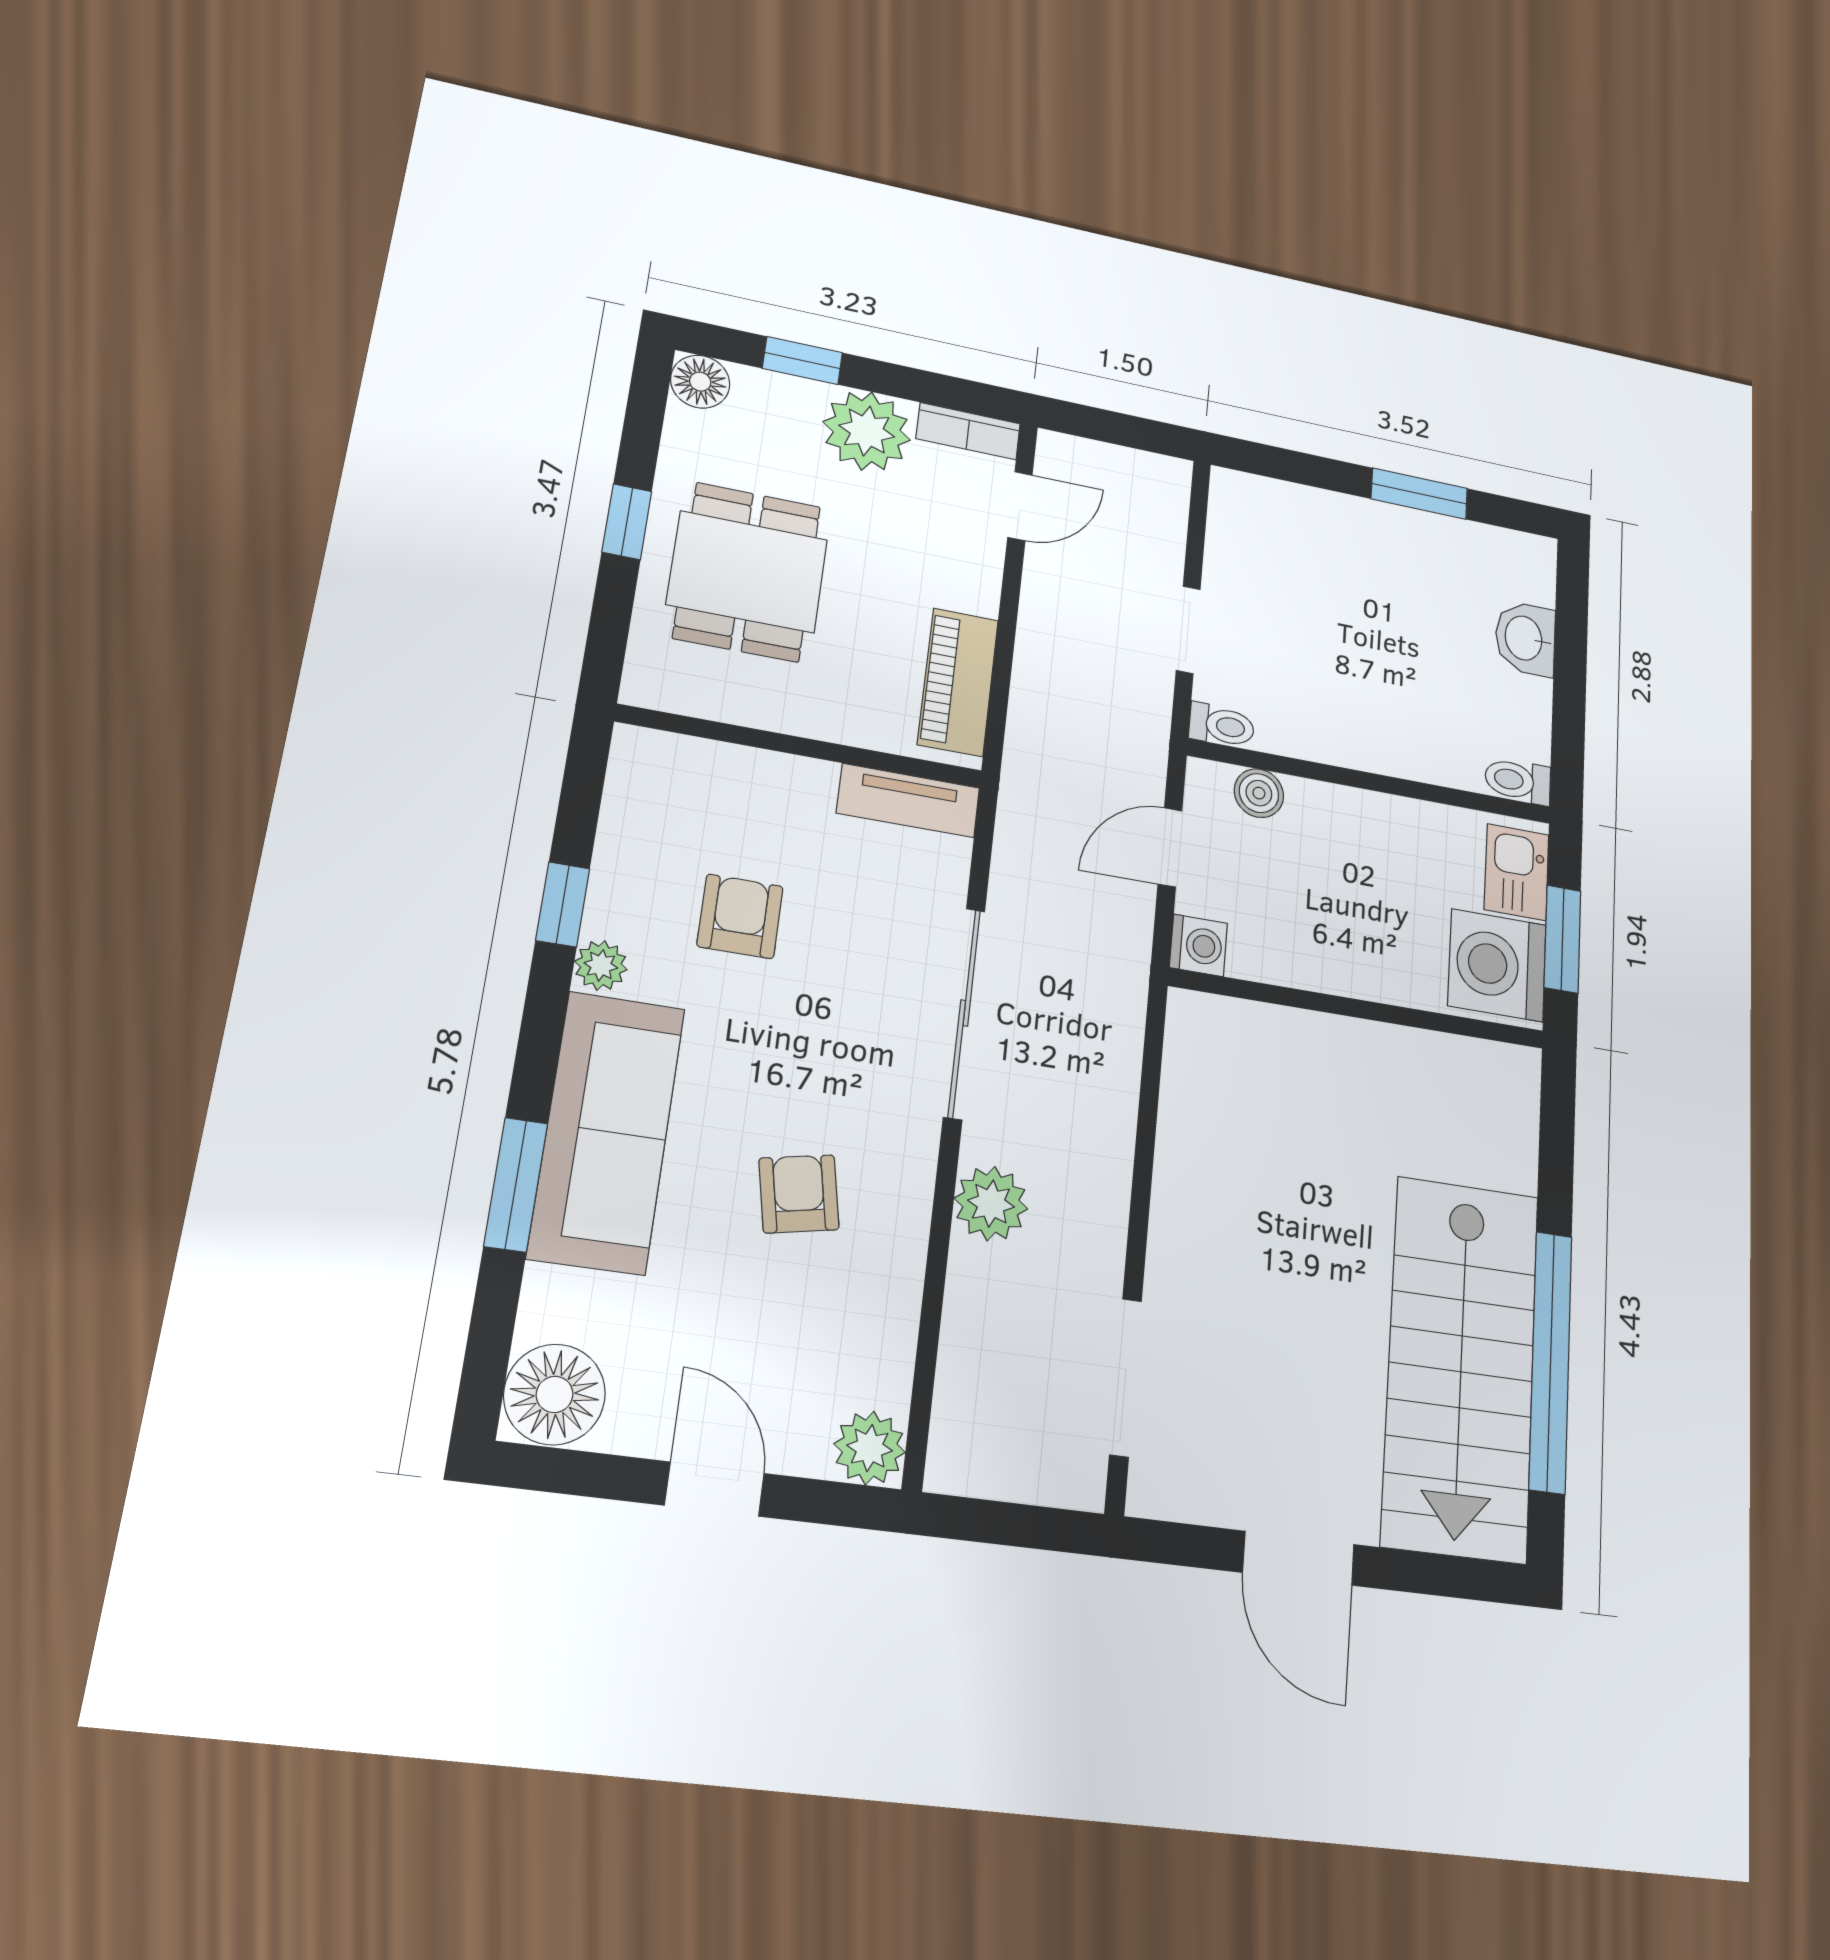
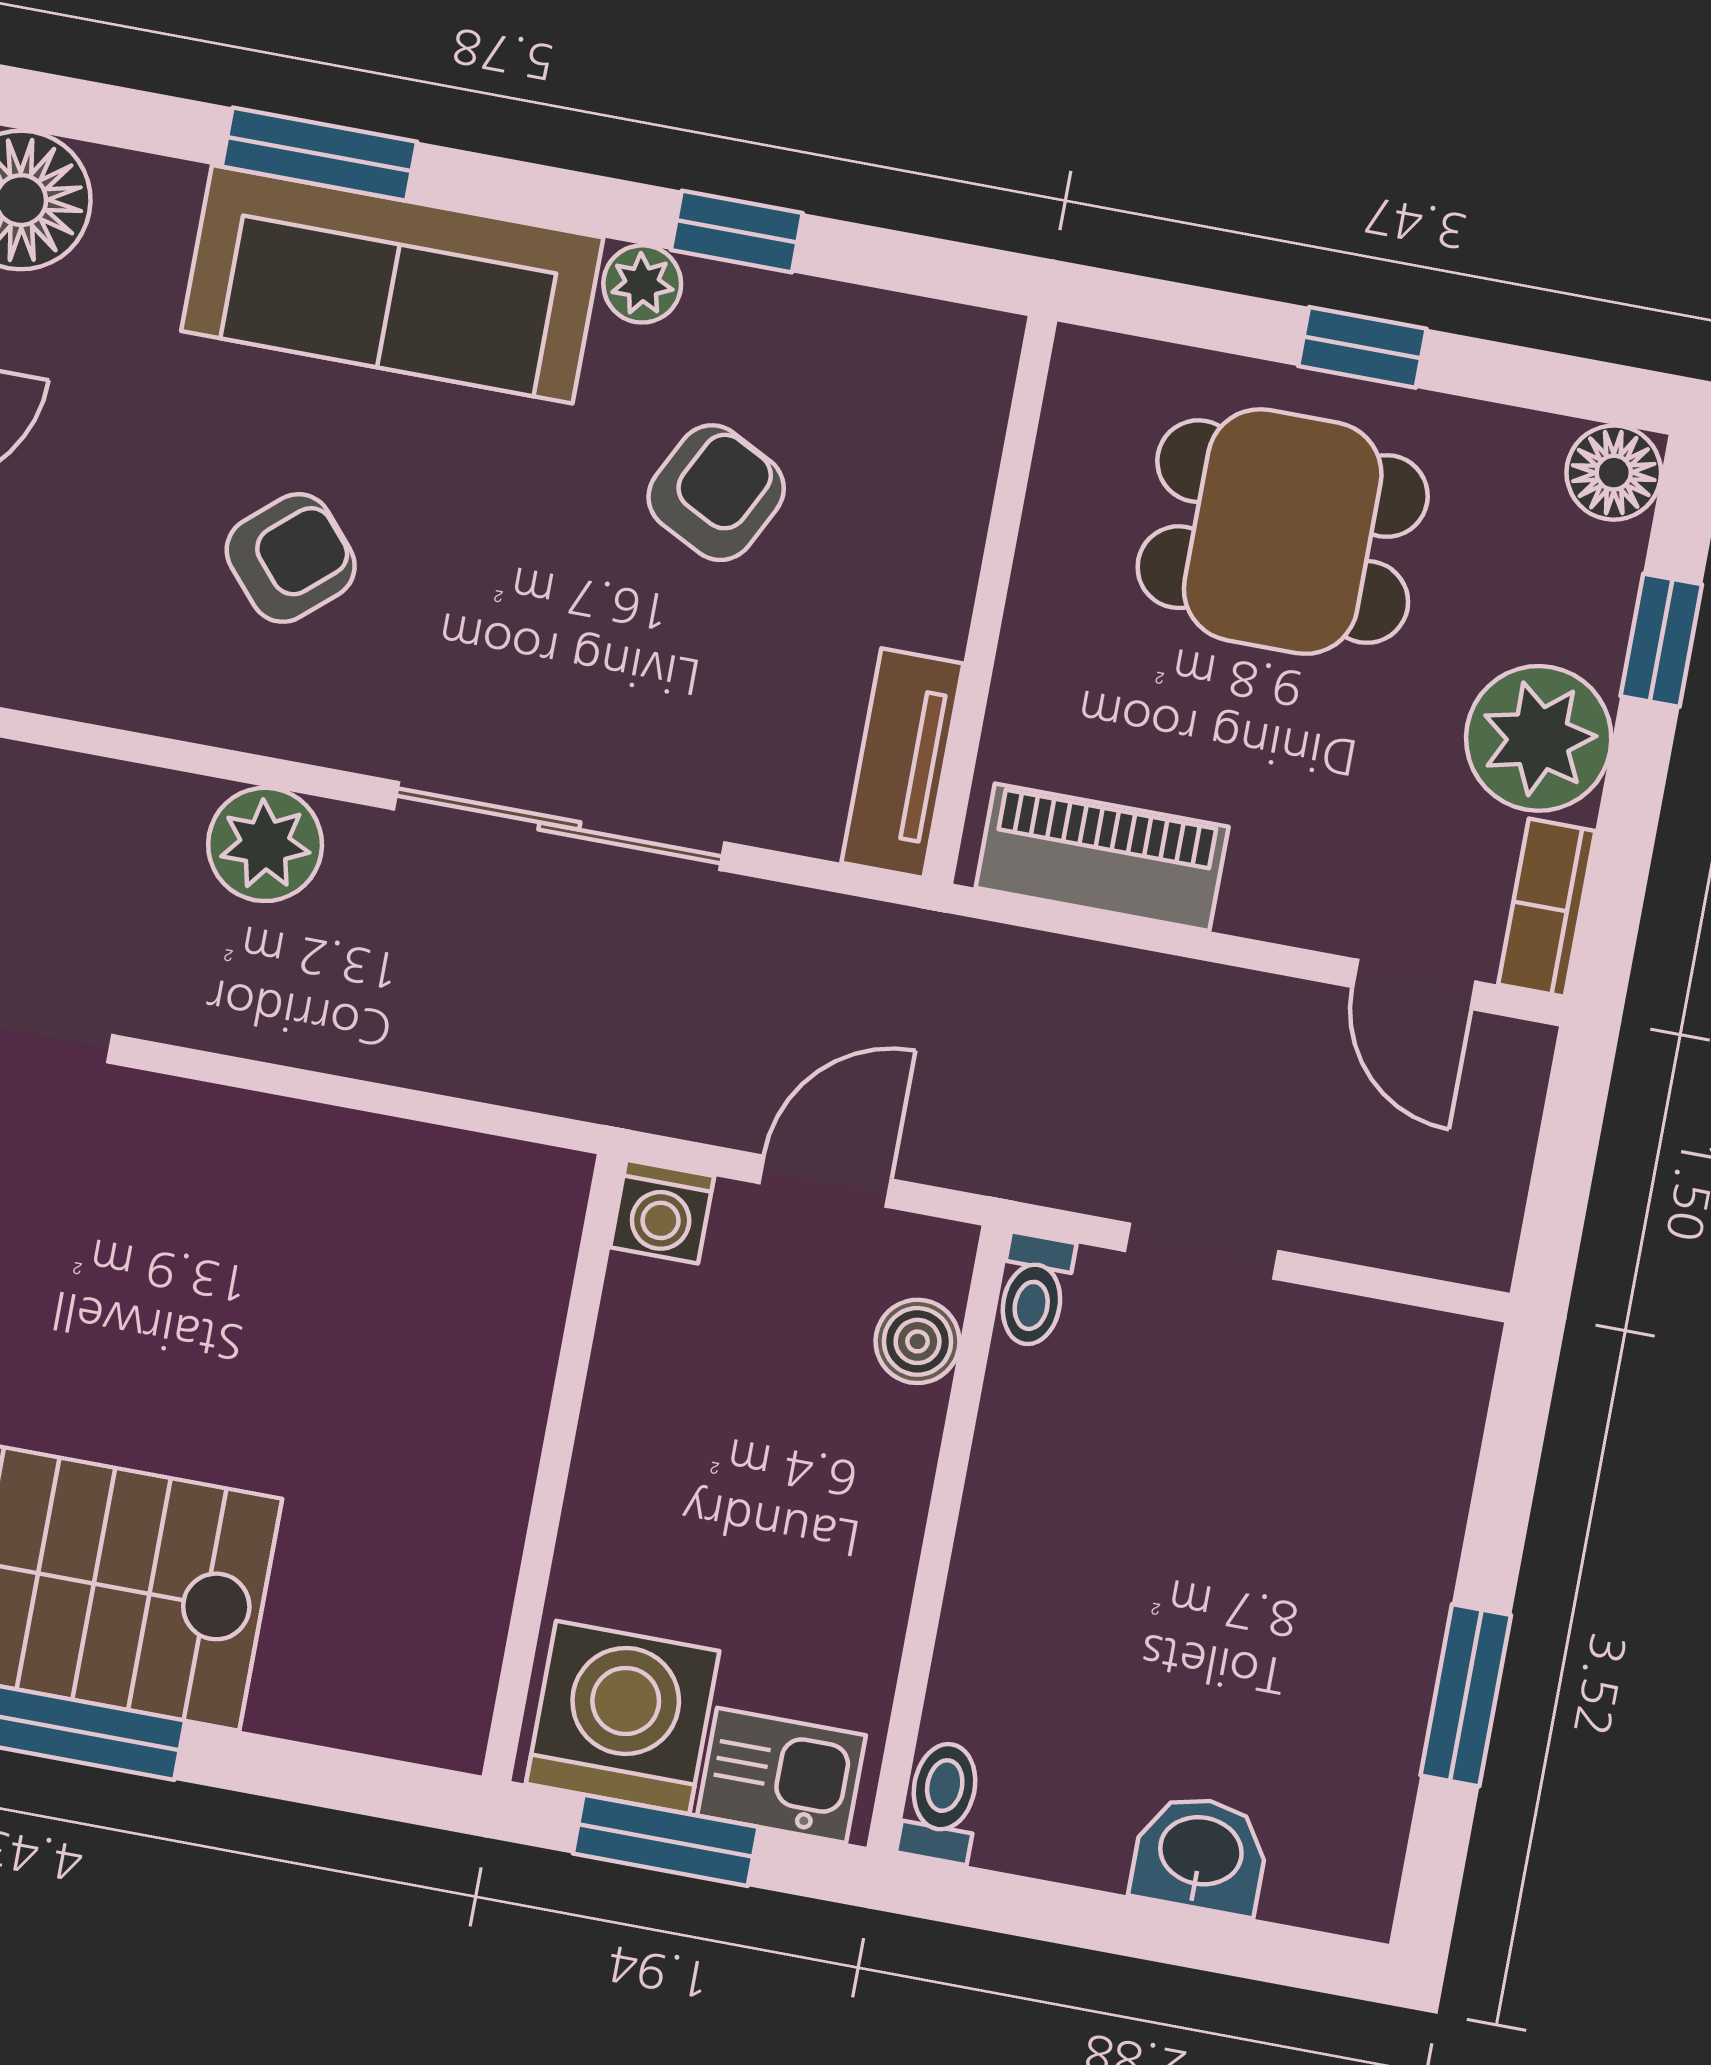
door: (1170, 847) -> (825, 1181), hinge flipped
armchair: (740, 916) -> (716, 493), turned -63
armchair: (799, 1194) -> (291, 558), turned -30

